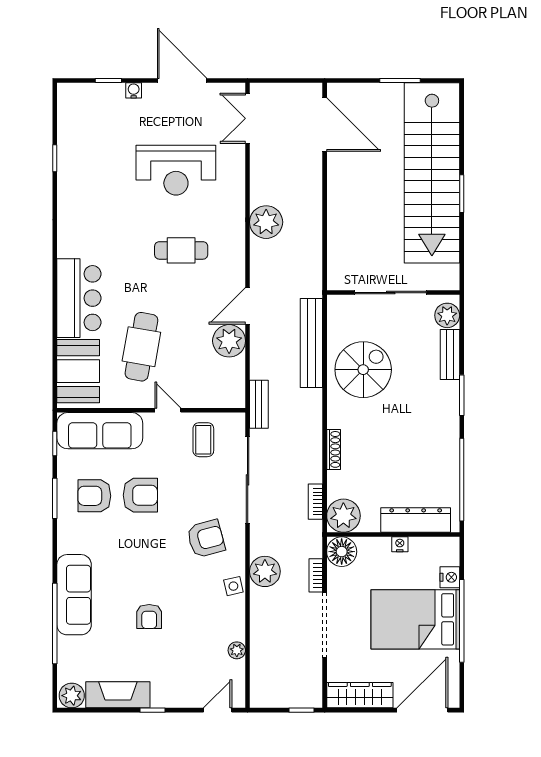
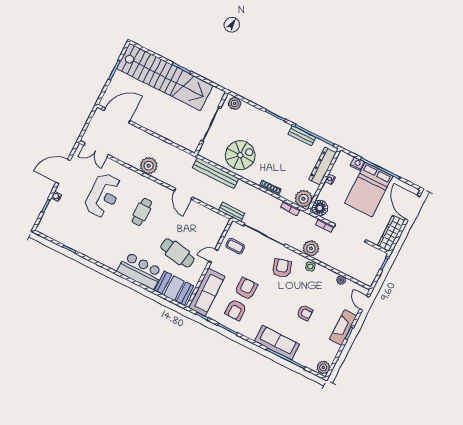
plant: (229, 341) -> (195, 211), removed
bench: (450, 354) -> (302, 136), moved
spiral stairs: (363, 370) -> (240, 155), turned 90
fireplace: (118, 695) -> (343, 327), moved

